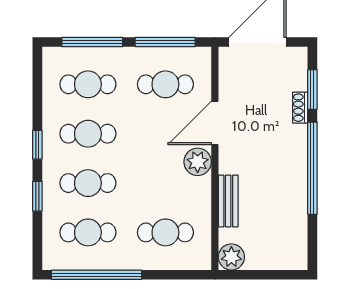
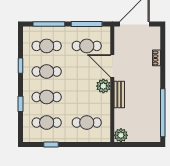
window: (312, 89) -> (163, 49), removed
door: (215, 123) -> (112, 66), hinge flipped
window: (37, 145) -> (20, 66), moved
window: (312, 168) -> (163, 113), moved
bench: (228, 201) -> (119, 94), moved
window: (96, 275) -> (51, 144), width x0.32

